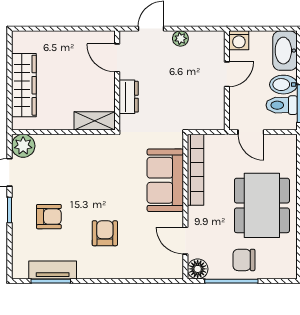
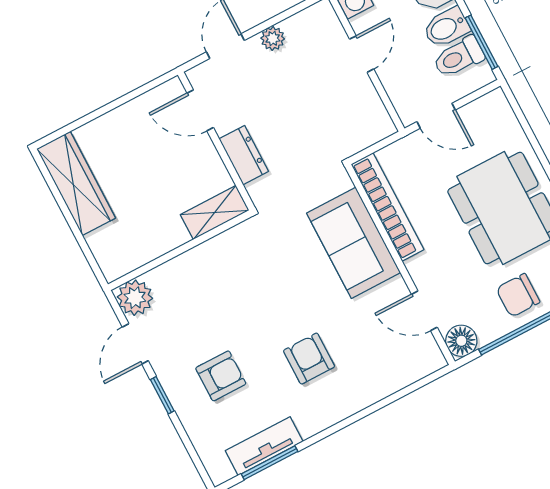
wardrobe: (24, 85) -> (76, 183), moved

